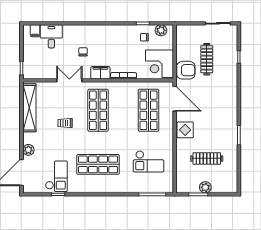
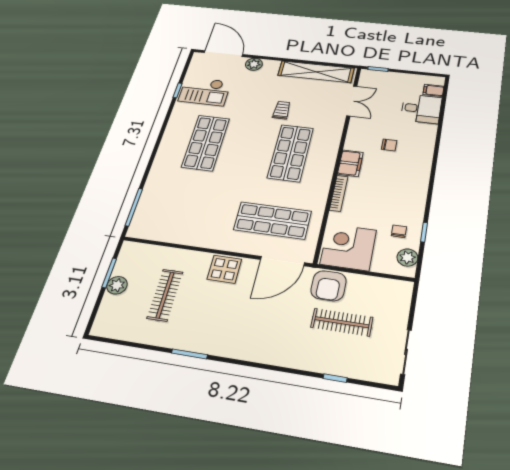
double door: (69, 80) -> (352, 101), moved
shop shelf: (98, 110) -> (290, 153), turned 90
checkout: (149, 161) -> (188, 209), removed

